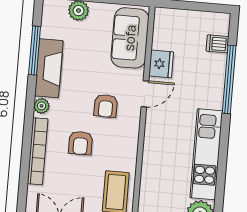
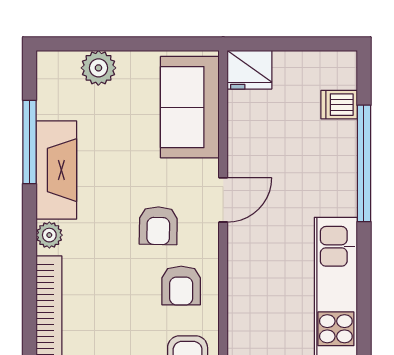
fridge: (161, 64) -> (249, 70), moved, turned 90
armchair: (81, 143) -> (181, 286), moved

